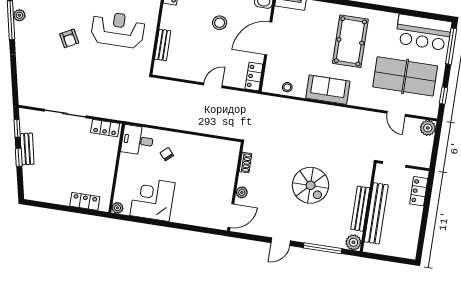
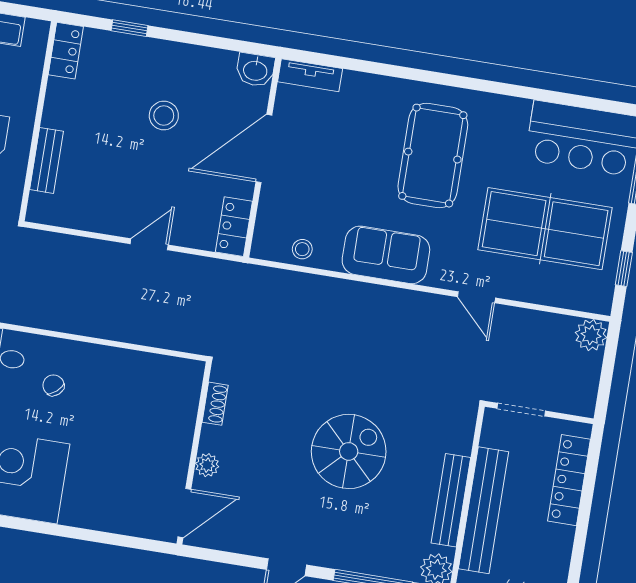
door: (396, 114) -> (476, 297), moved
spiral stairs: (310, 185) -> (349, 451), turned -90
locker: (419, 191) -> (569, 480), width x1.53

